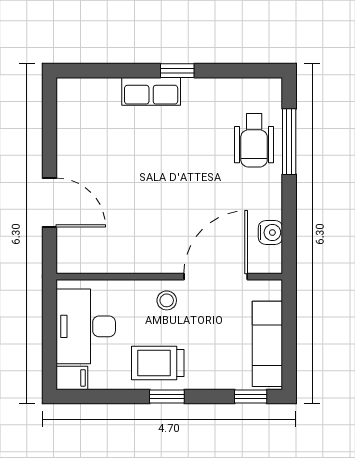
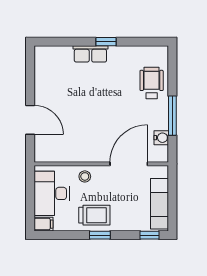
wheelchair: (254, 140) -> (152, 83), turned 180
window: (289, 142) -> (172, 116), moved
stool: (167, 300) -> (85, 176), moved
trolley: (158, 363) -> (94, 215), turned 180

